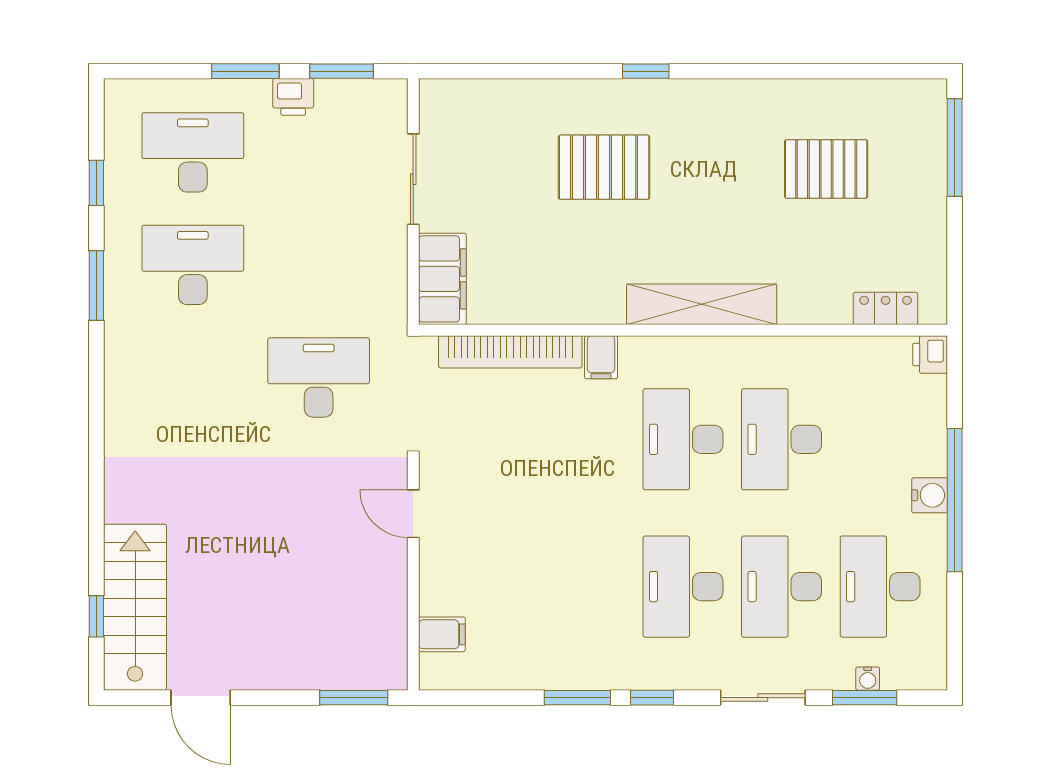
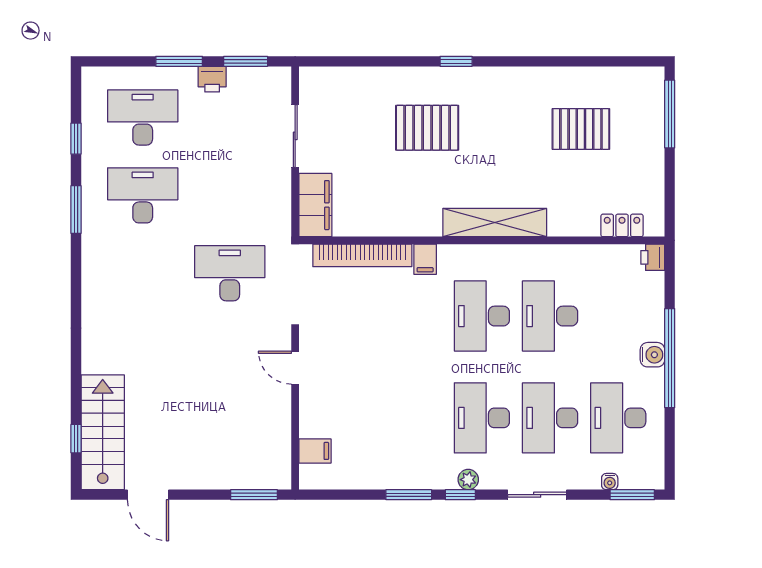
plant: (663, 676) -> (468, 480), added
window: (865, 698) -> (632, 495), moved

